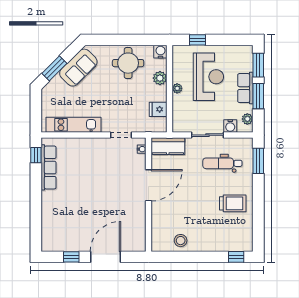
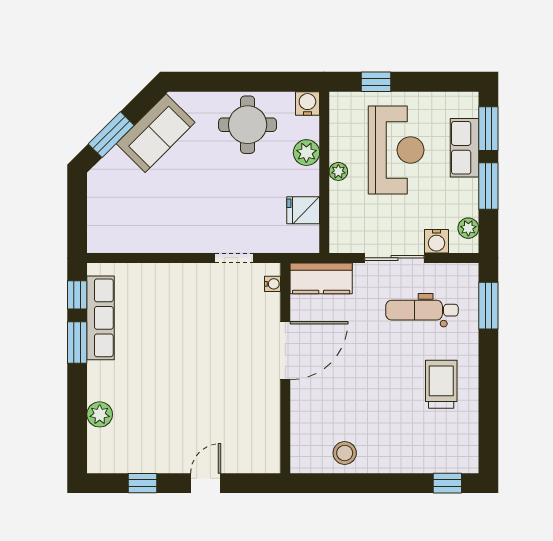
row of seats: (245, 88) -> (465, 148), moved
kitchen unit: (74, 125) -> (147, 239), removed
window: (36, 181) -> (77, 342), added
trolley: (233, 203) -> (441, 384), turned -90
plant: (48, 220) -> (100, 414), added
door: (105, 257) -> (206, 483), width x0.53

